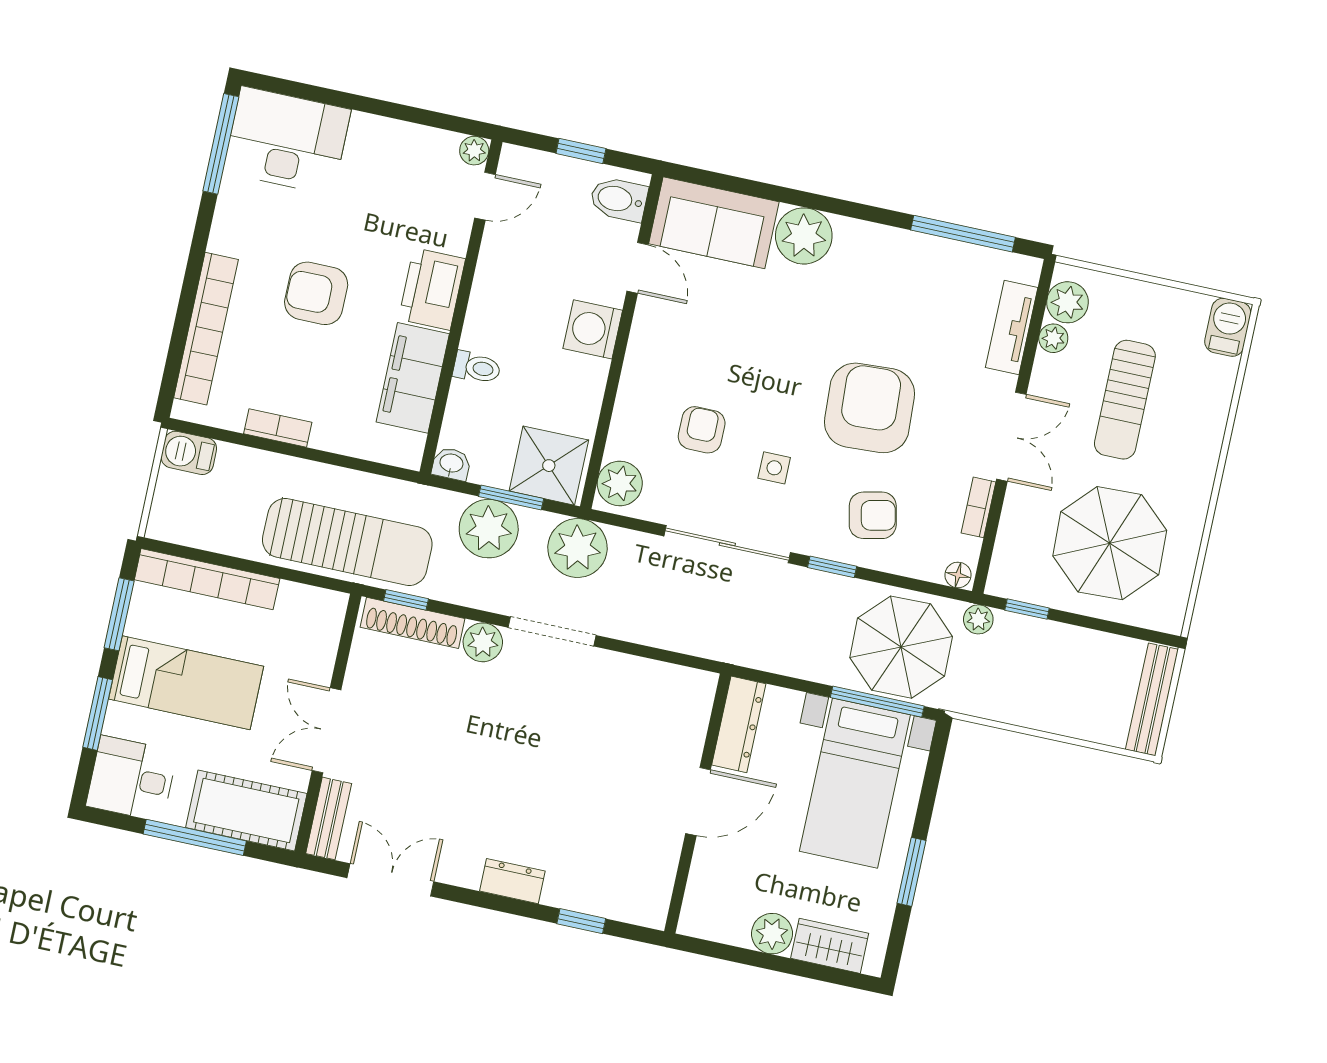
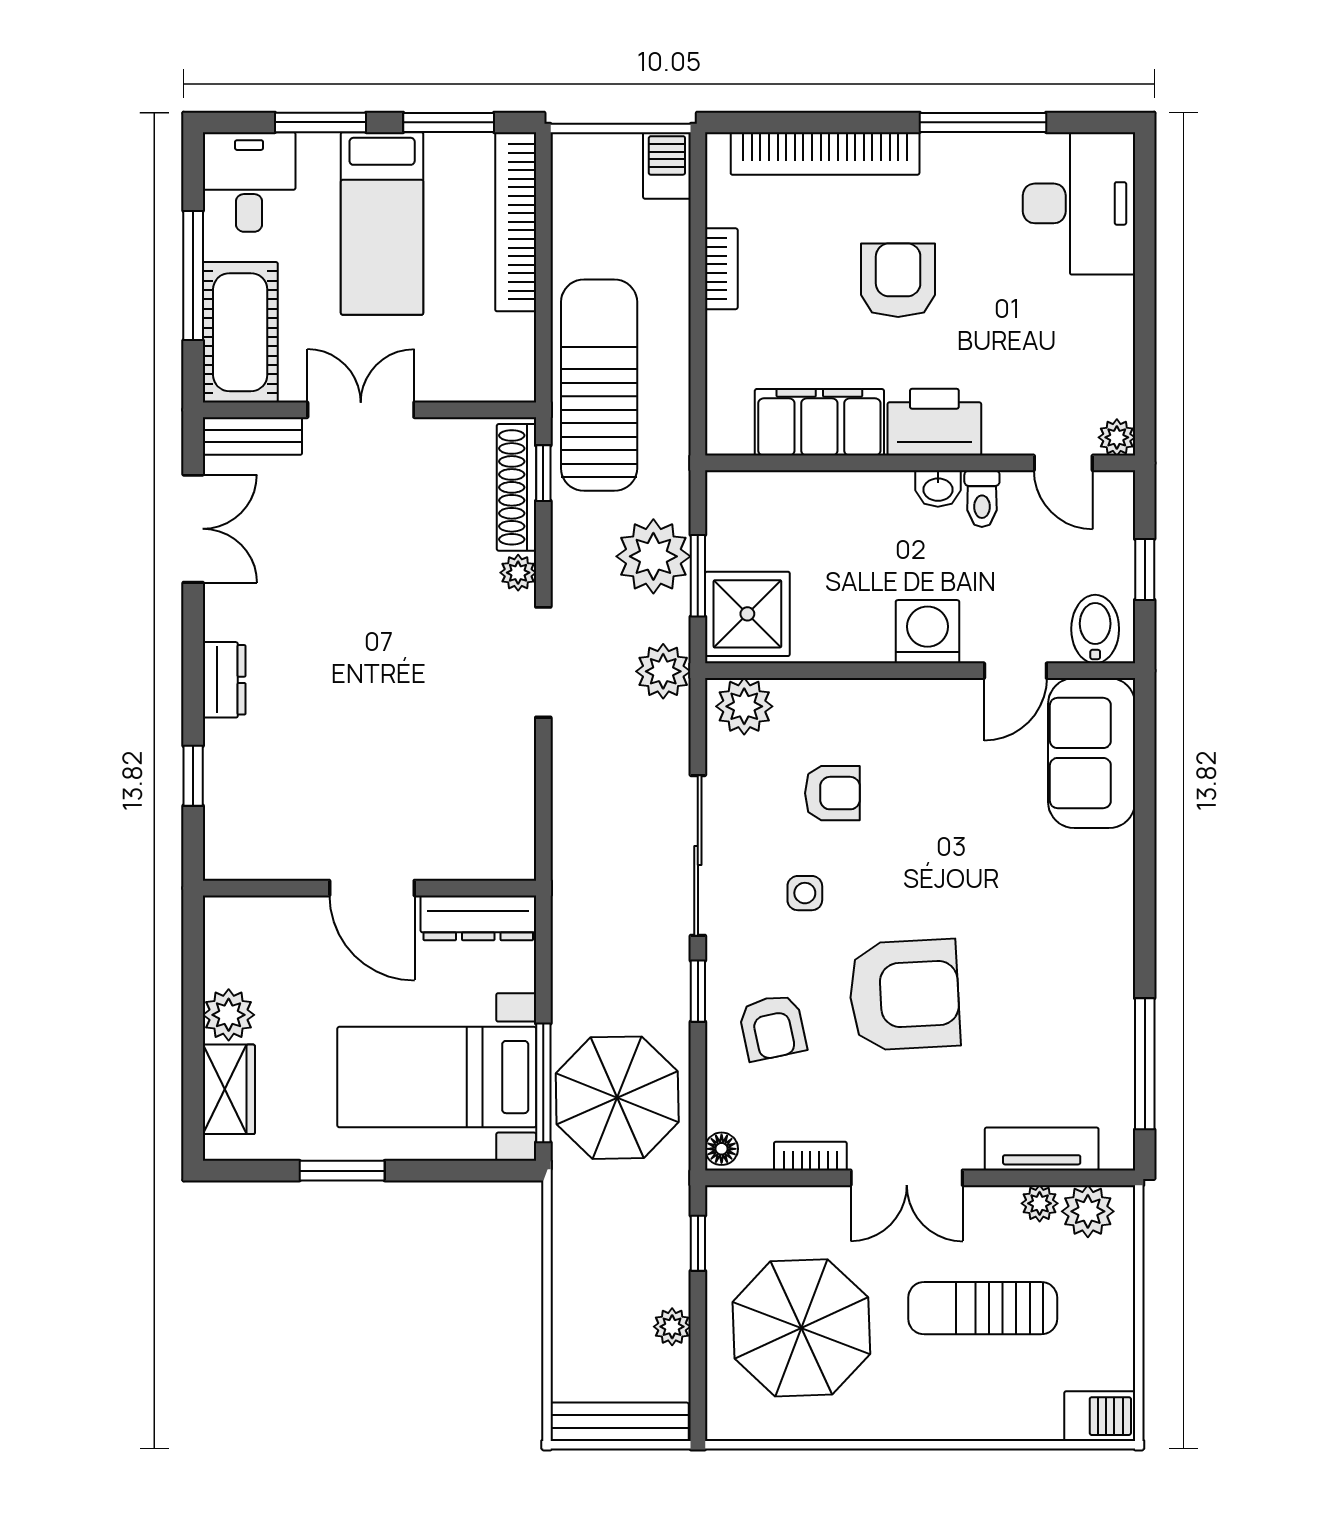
window: (221, 144) -> (983, 122), moved
plant: (804, 236) -> (1099, 868), removed
toilet: (477, 368) -> (982, 499), moved
washbasin: (451, 464) -> (938, 489), moved, turned 90
sun lounger: (347, 542) -> (599, 385), turned 180
plant: (577, 548) -> (663, 671), width x0.73, depth x0.73
plant: (978, 619) -> (672, 1327), moved
plant: (483, 642) -> (518, 573), width x0.73, depth x0.73

